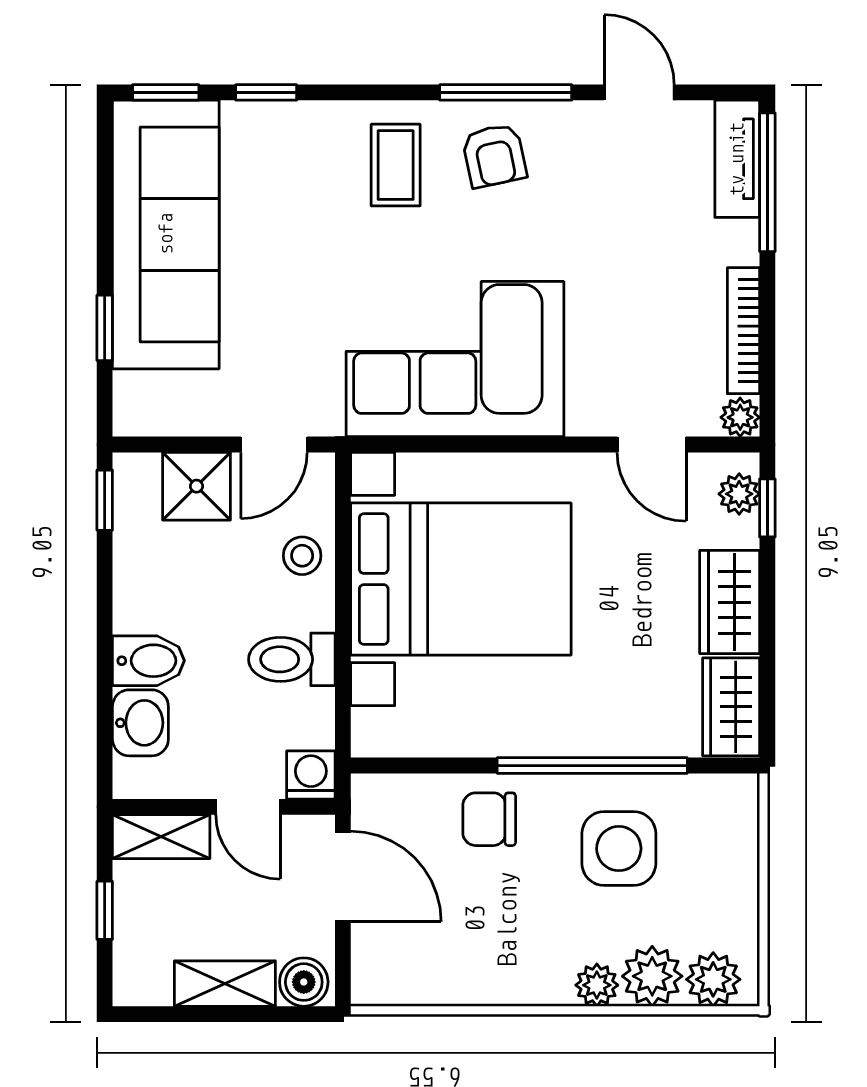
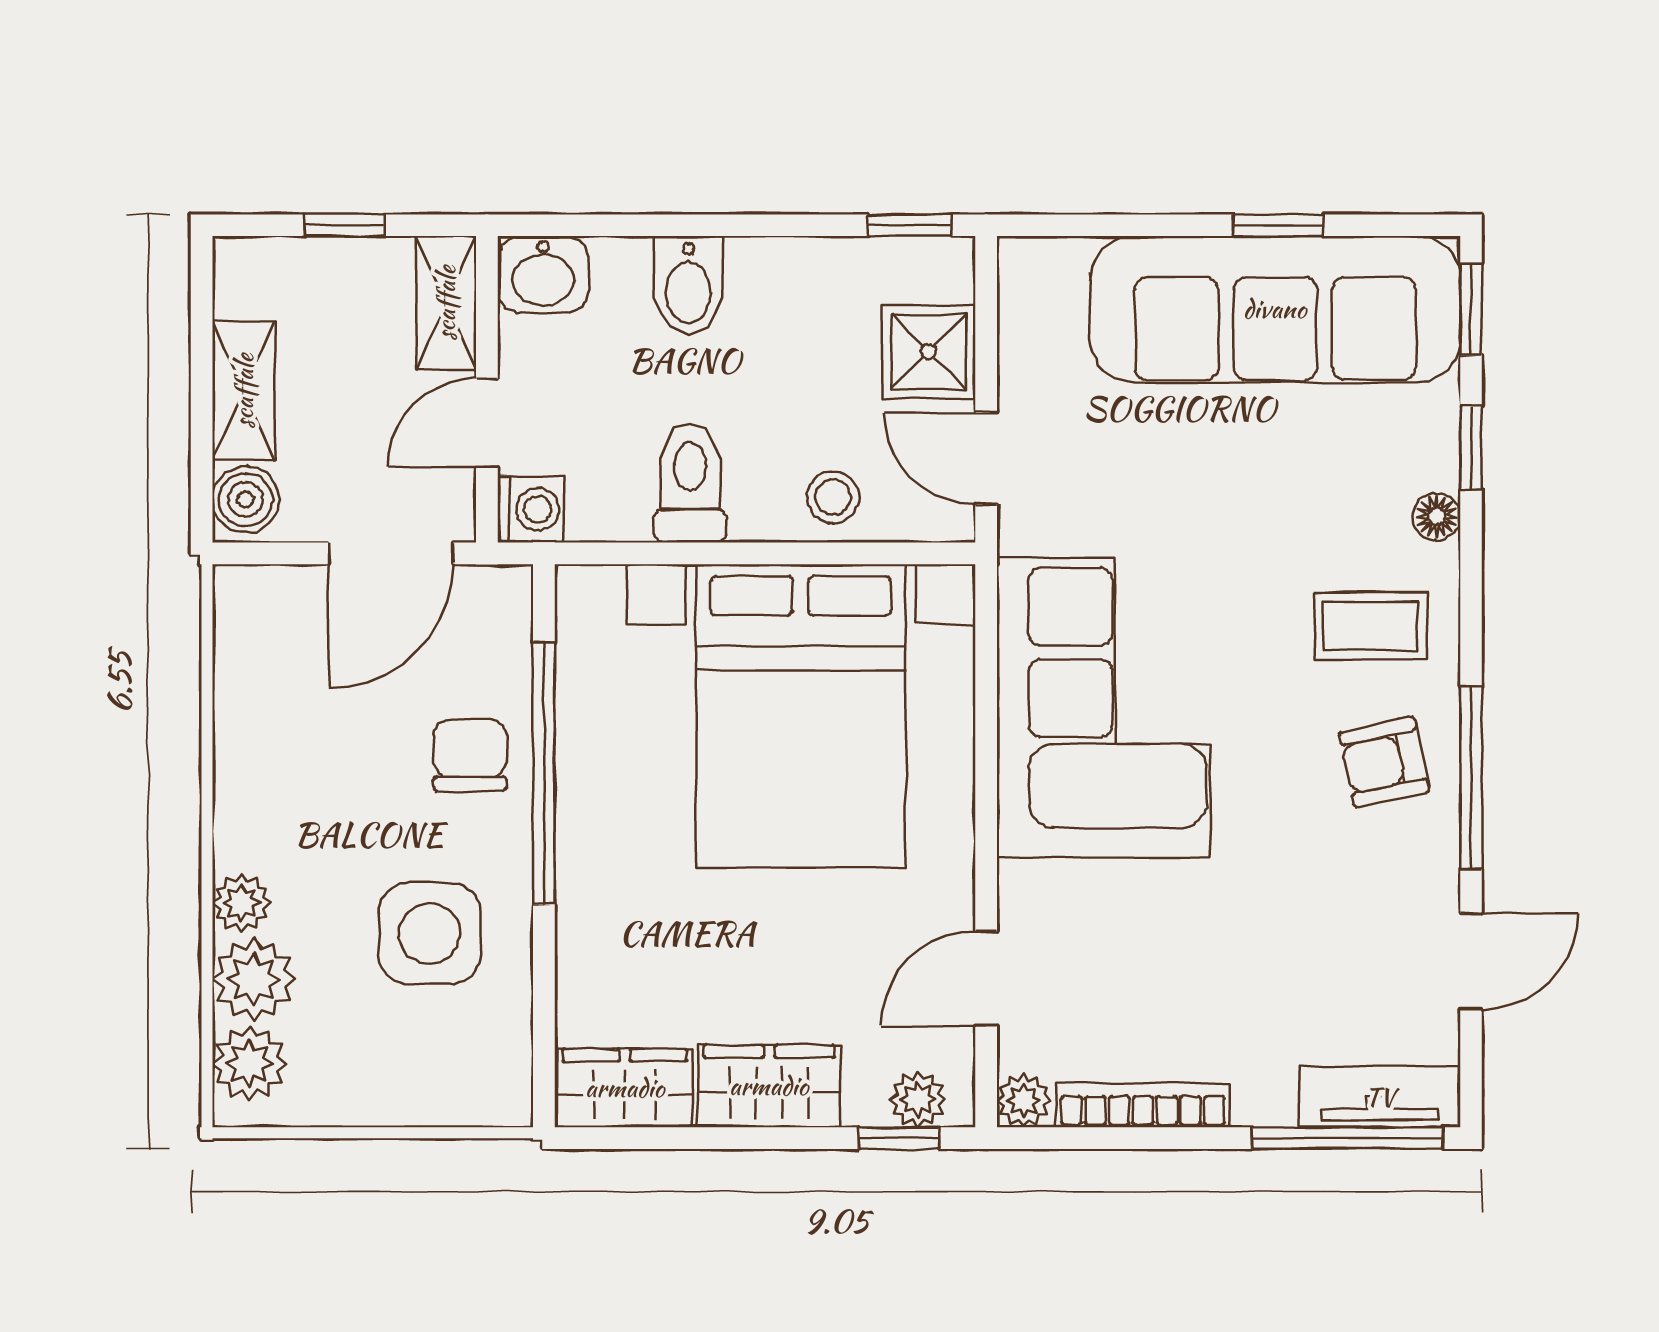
floor lamp: (316, 117) -> (1437, 517), added
window: (105, 328) -> (1278, 225), moved
washbasin: (140, 723) -> (543, 274), moved
window: (592, 766) -> (544, 774), moved

